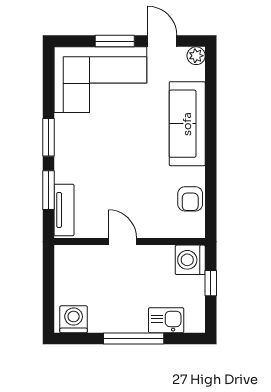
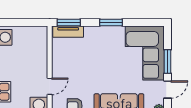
window: (49, 190) -> (69, 23), moved
door: (122, 242) -> (50, 86), moved

